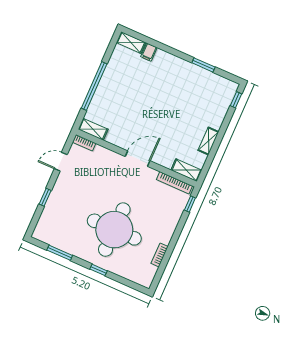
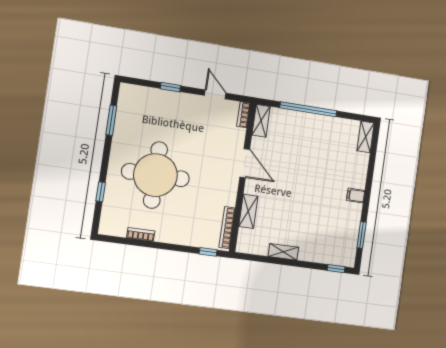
filing cabinet: (149, 52) -> (356, 196), moved
window: (203, 65) -> (362, 235), moved
door: (138, 159) -> (245, 163), moved
shelving: (186, 170) -> (248, 211), moved
window: (99, 270) -> (101, 192), moved

